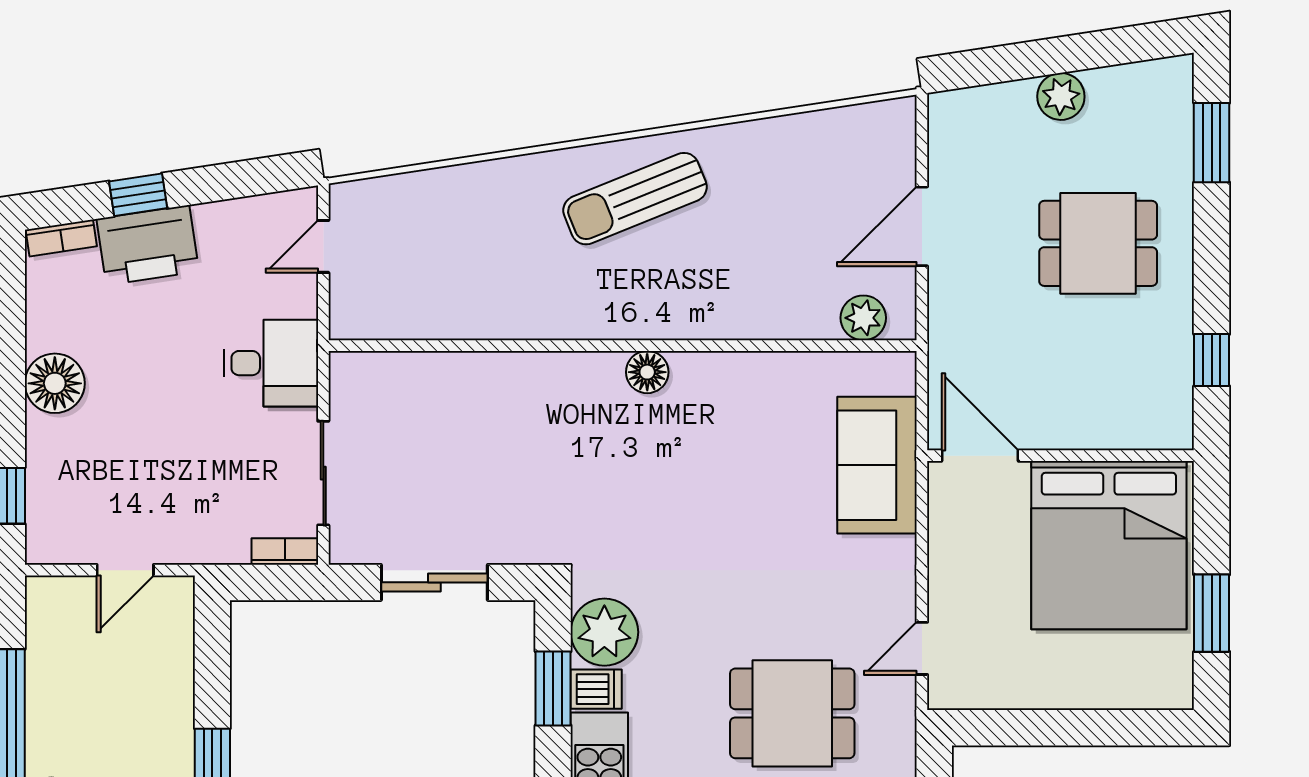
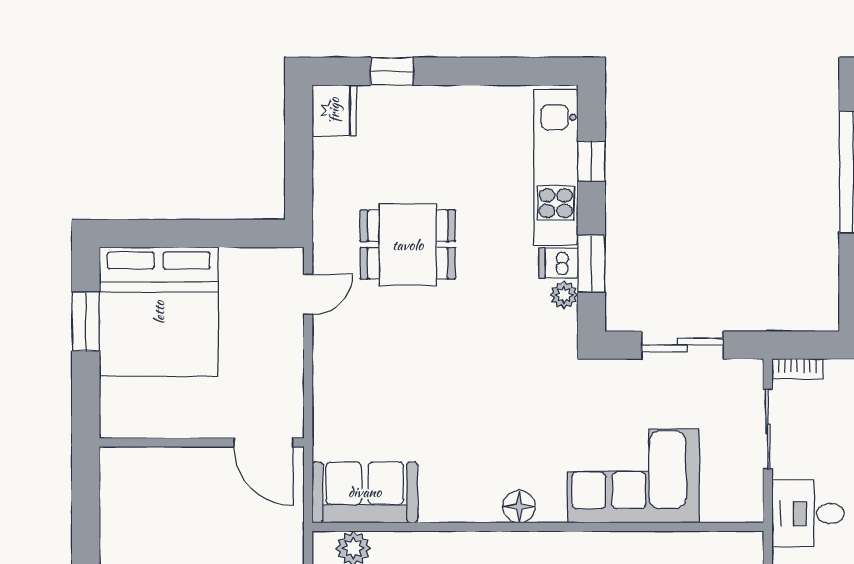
window: (1212, 360) -> (86, 516), removed
corner sofa: (499, 412) -> (633, 476), added
sofa: (877, 465) -> (365, 492), moved, turned -90
bed: (1109, 545) -> (159, 312), moved, turned 180
plant: (604, 632) -> (564, 295), width x0.53, depth x0.53

